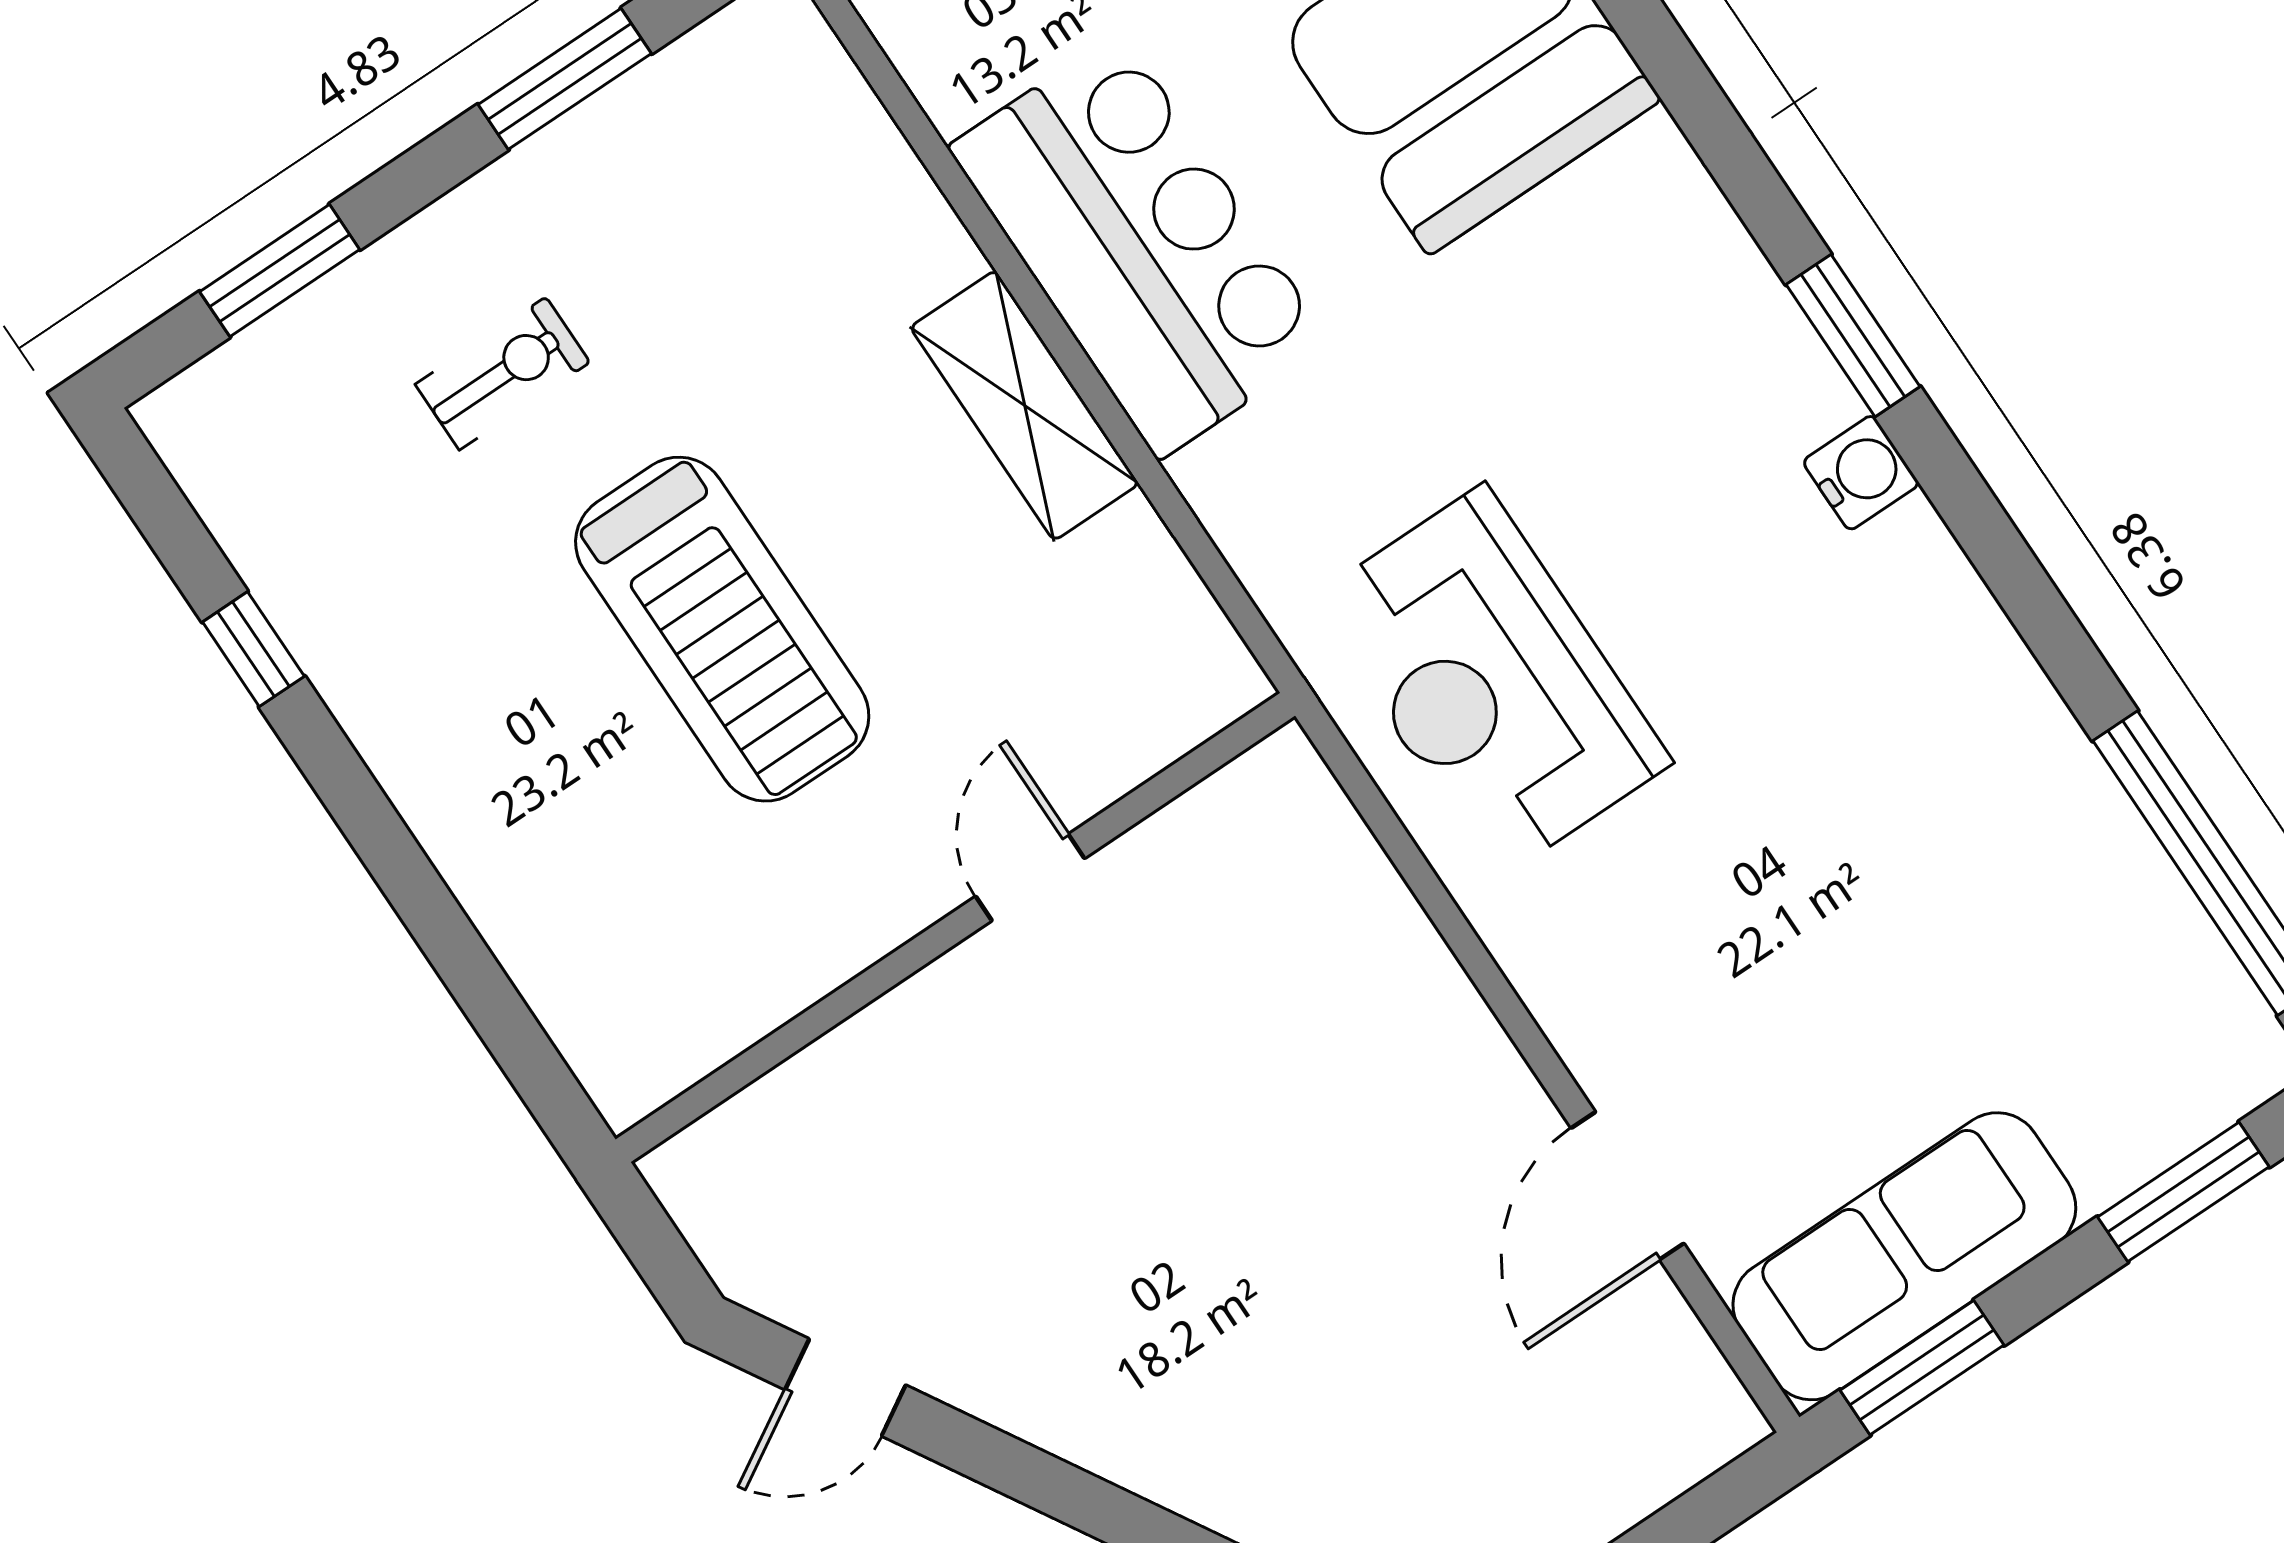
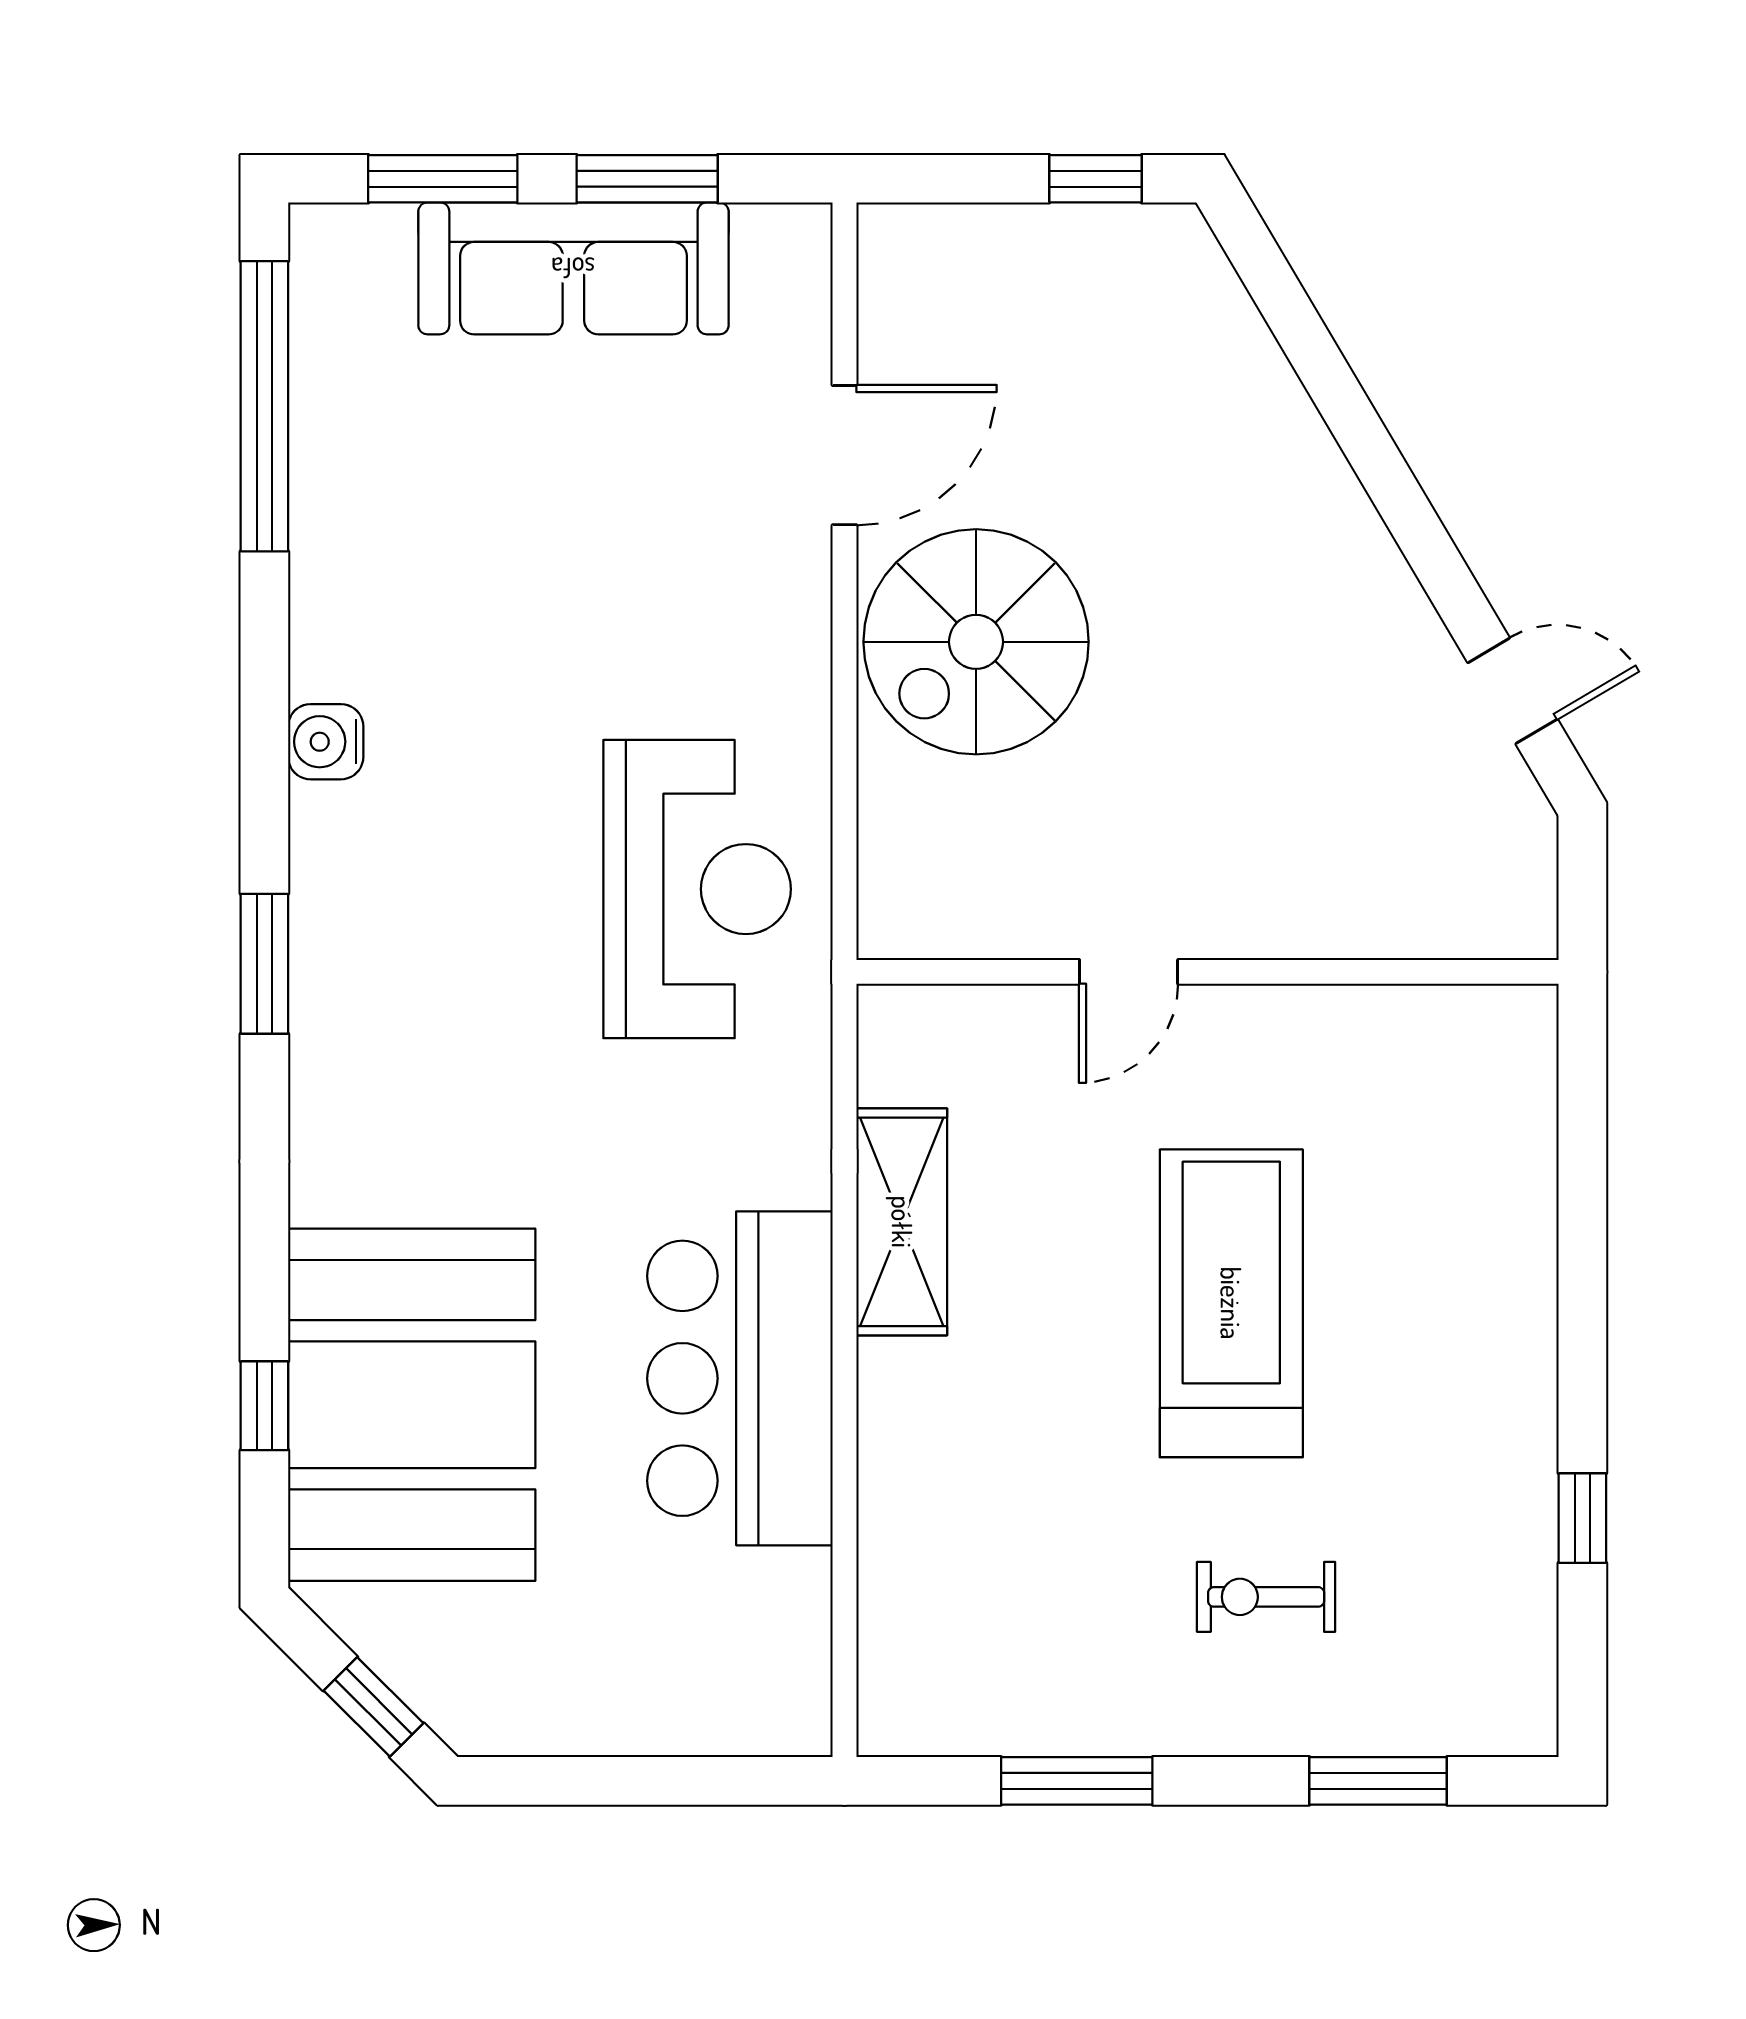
shelving: (1025, 405) -> (902, 1222), moved
water cooler: (1861, 473) -> (326, 742), moved
spiral stairs: (1384, 1093) -> (976, 642), added
sofa: (1904, 1256) -> (573, 268), moved
window: (1922, 1368) -> (647, 179), moved

